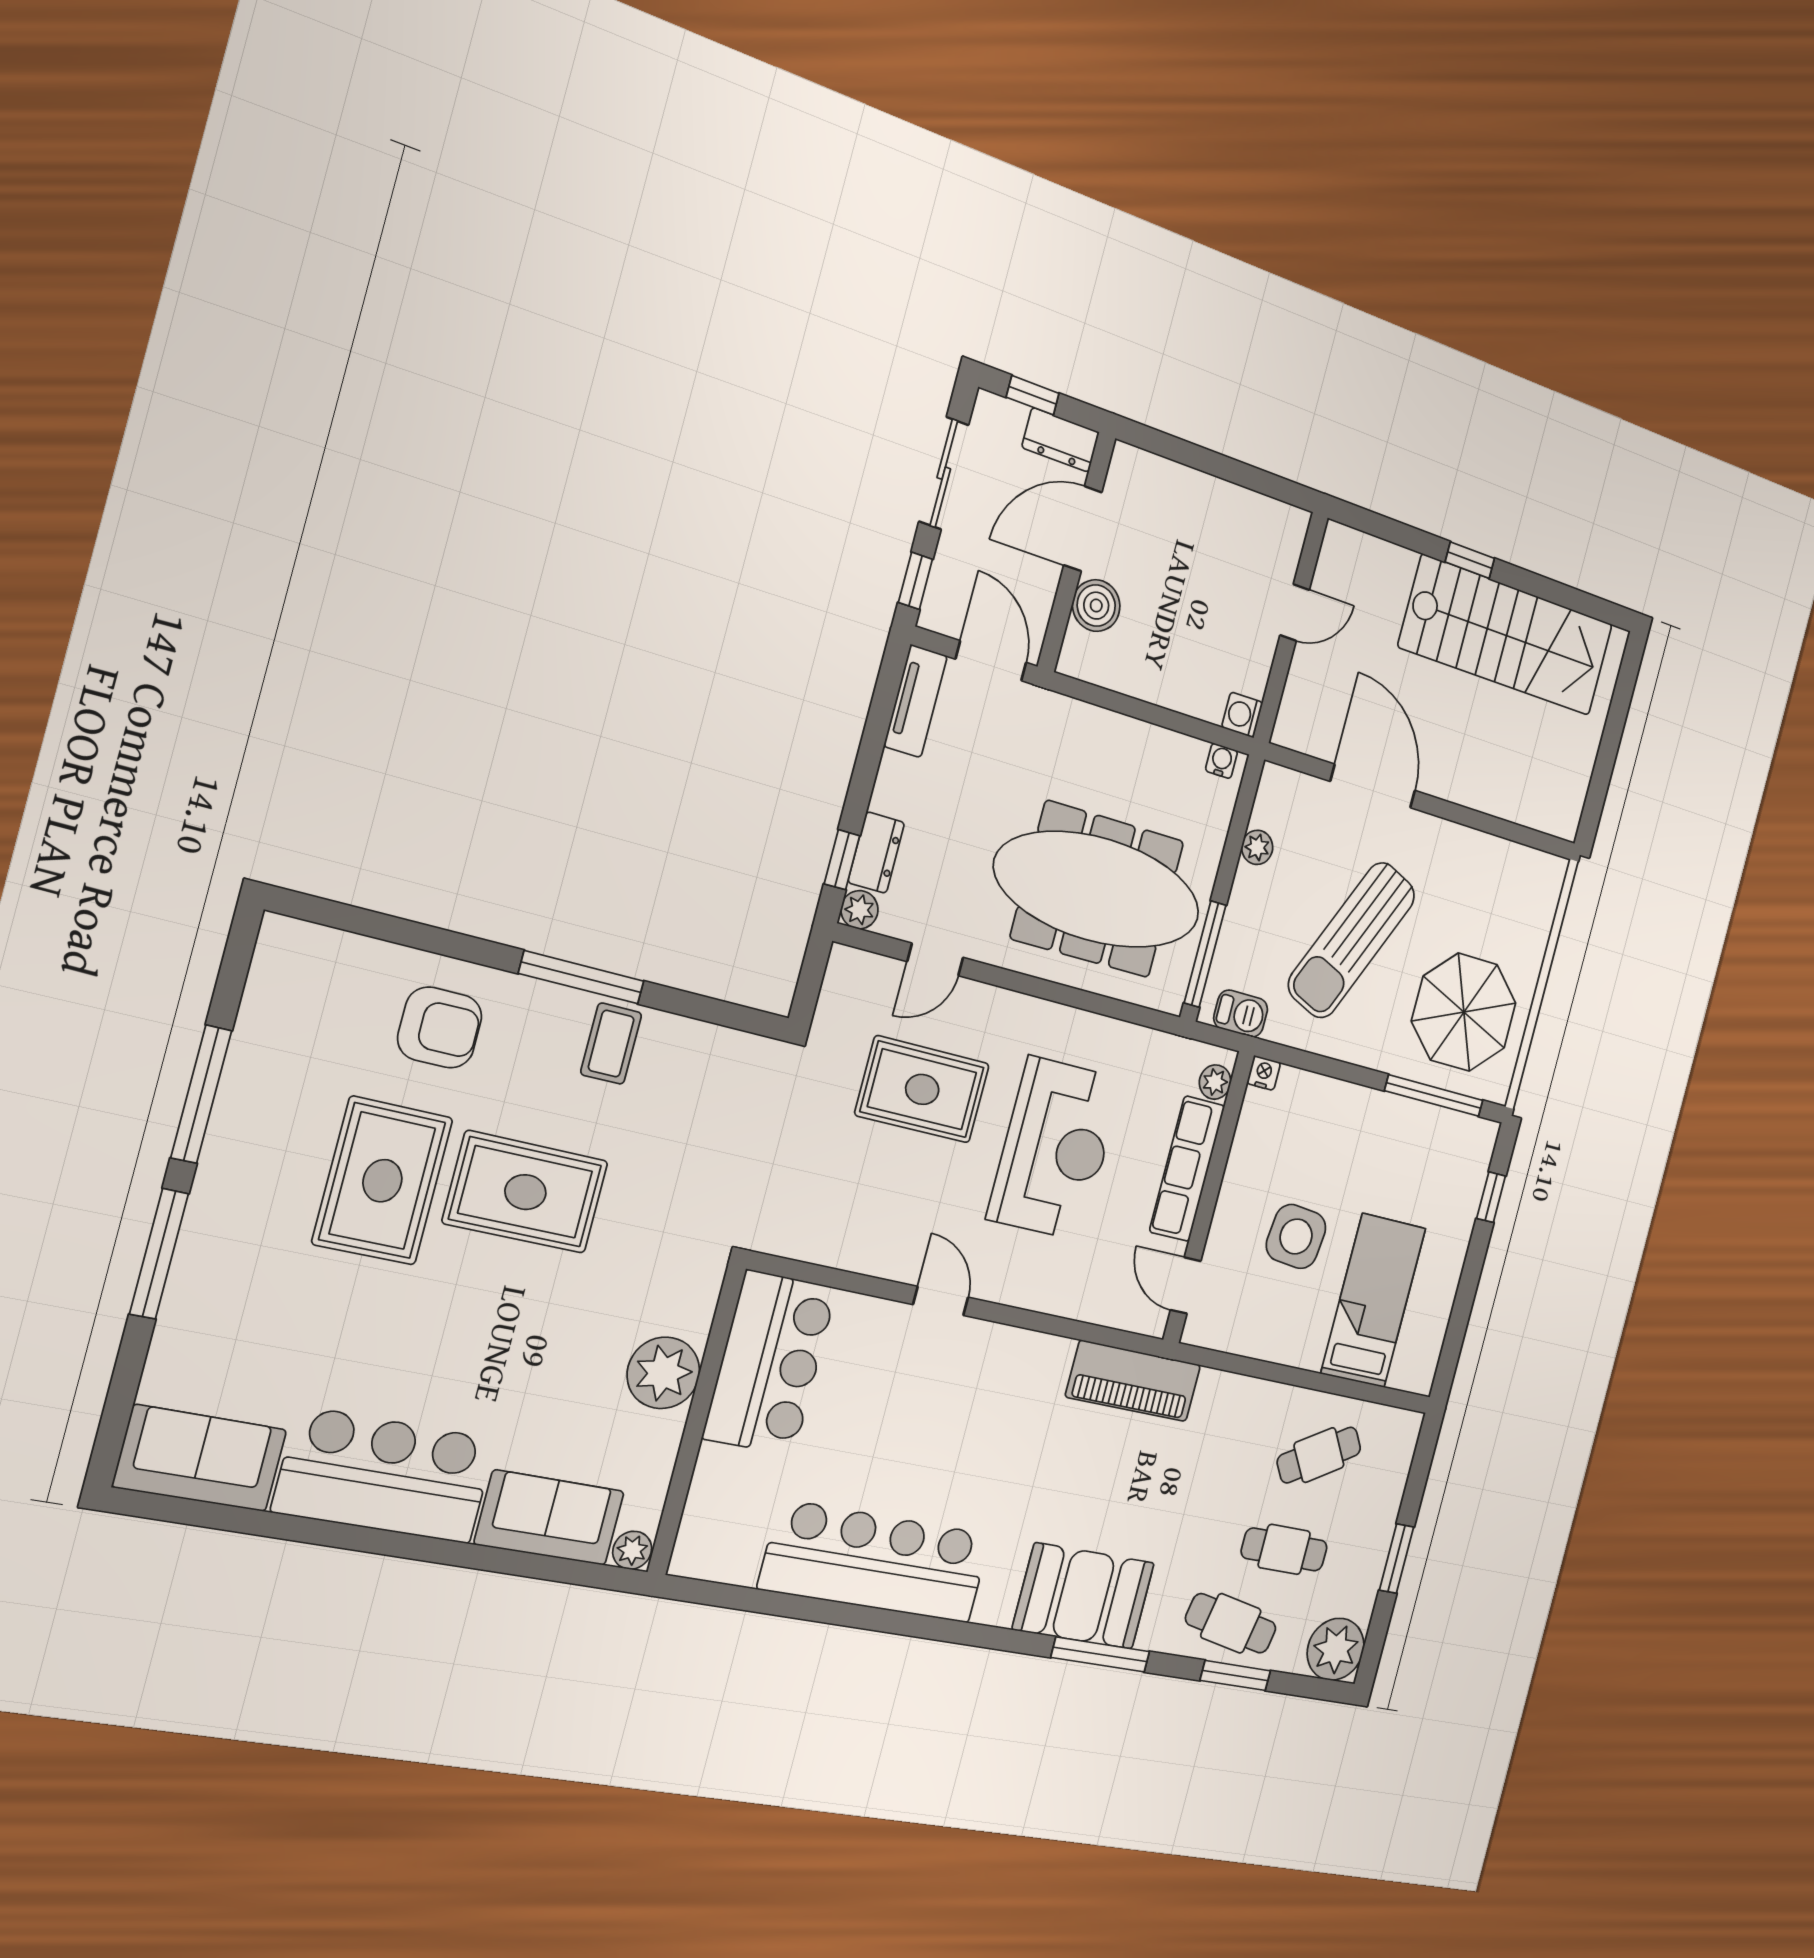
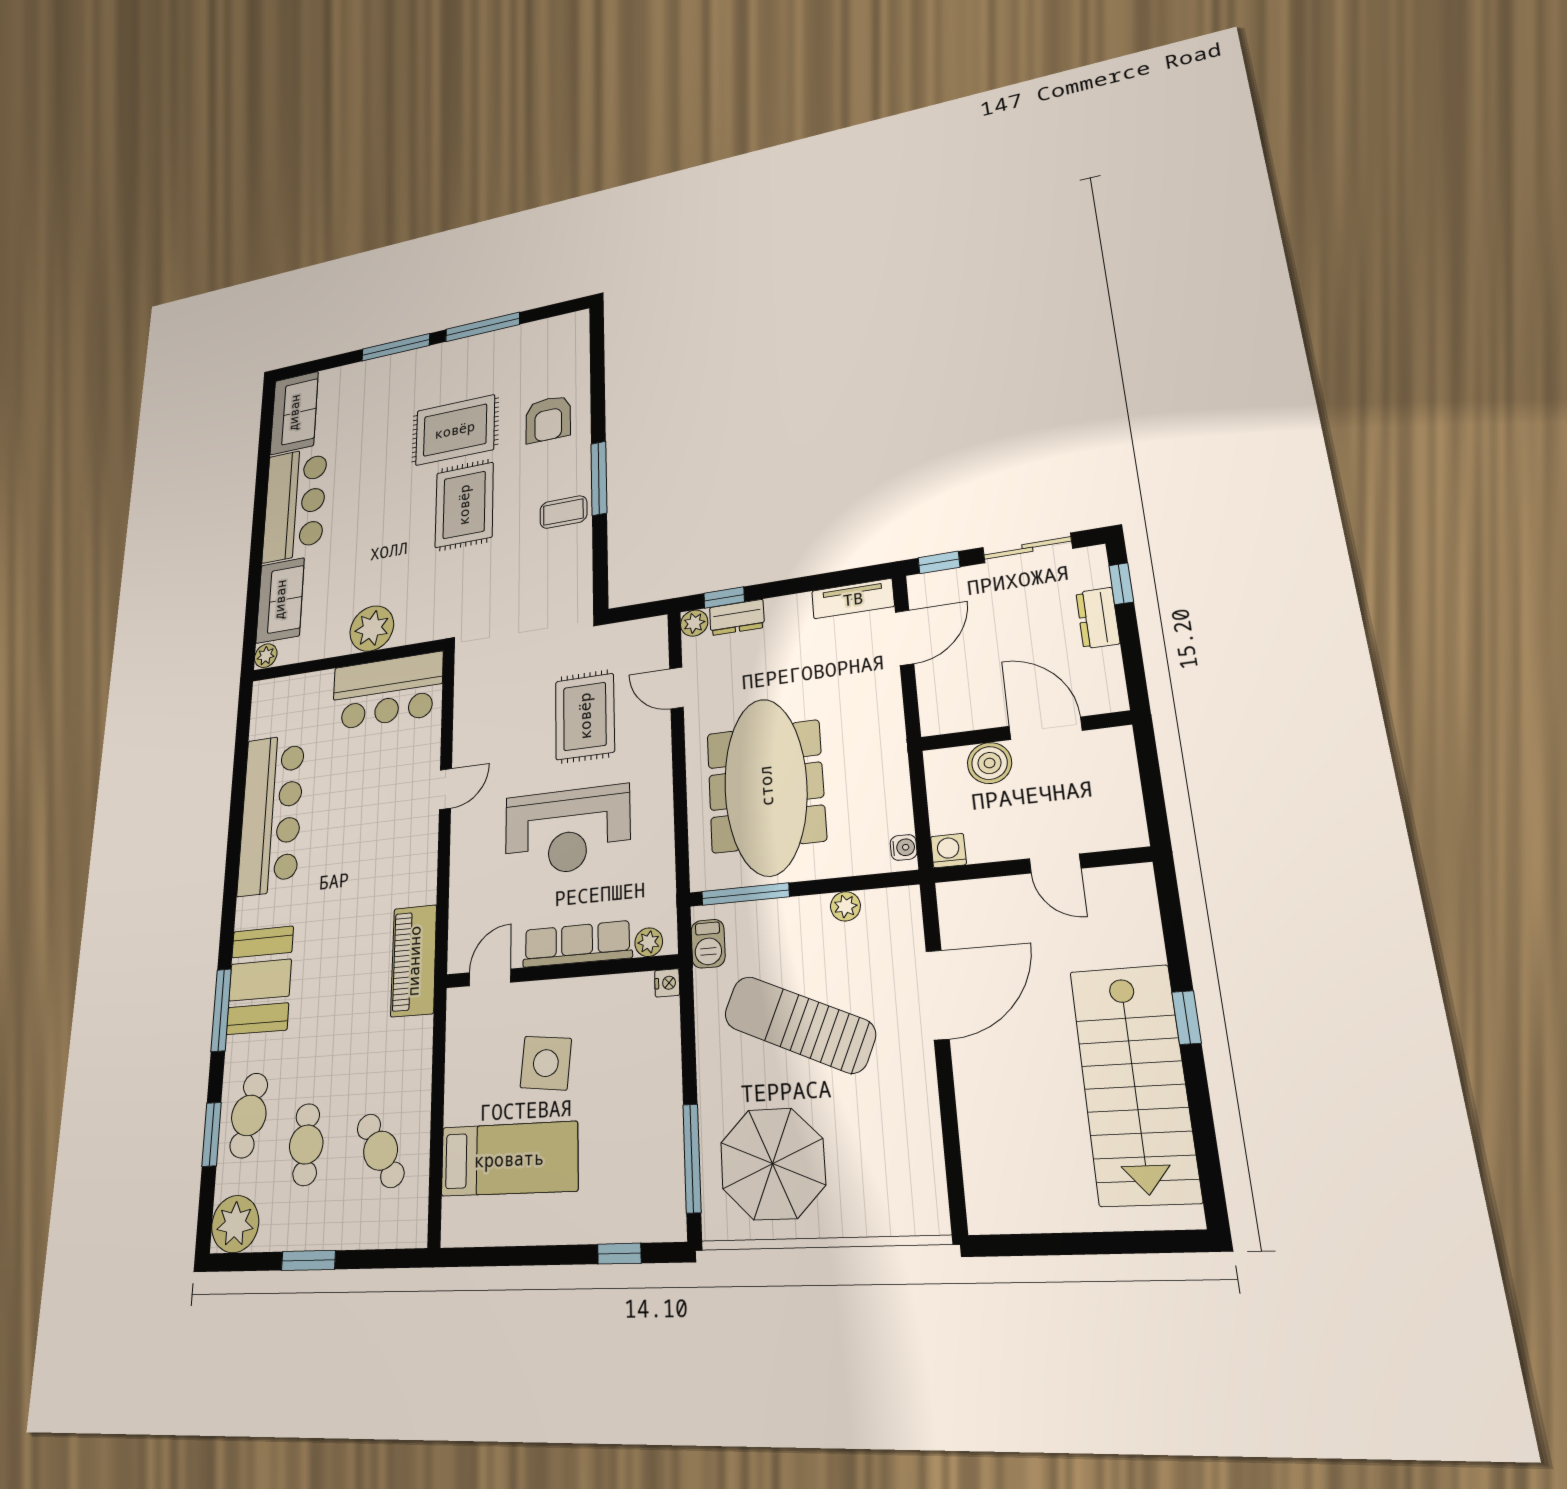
door: (1083, 529) -> (1045, 728), moved
wall: (1077, 552) -> (1024, 731), moved
boiler: (1096, 606) -> (990, 763), moved

